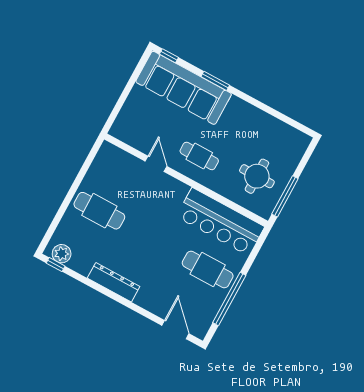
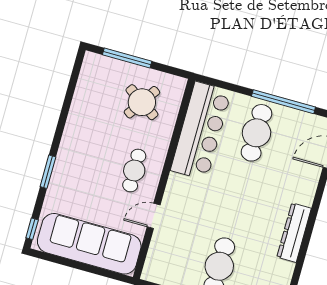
sofa: (184, 88) -> (89, 244), moved, turned -90
round table: (257, 176) -> (142, 102), turned 34
window: (285, 196) -> (127, 58), moved

